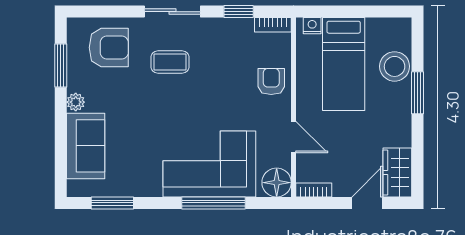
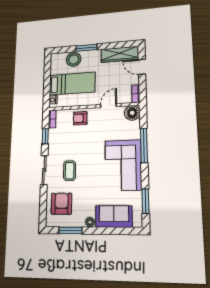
corner sofa: (209, 164) -> (123, 165), moved
wardrobe: (397, 172) -> (120, 54), width x1.50

